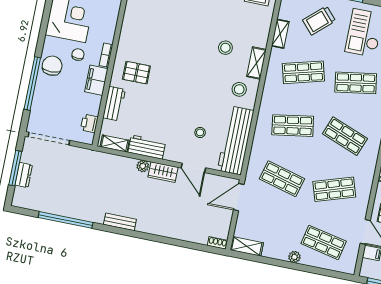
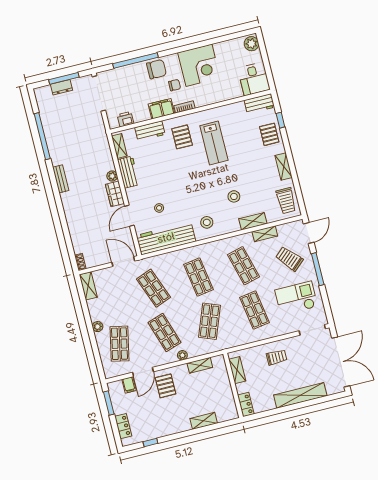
lab bench: (159, 42) -> (214, 143), added
shelving: (256, 63) -> (253, 221), moved
shop shelf: (282, 179) -> (153, 288), turned -36
plant: (367, 182) -> (182, 355), added

